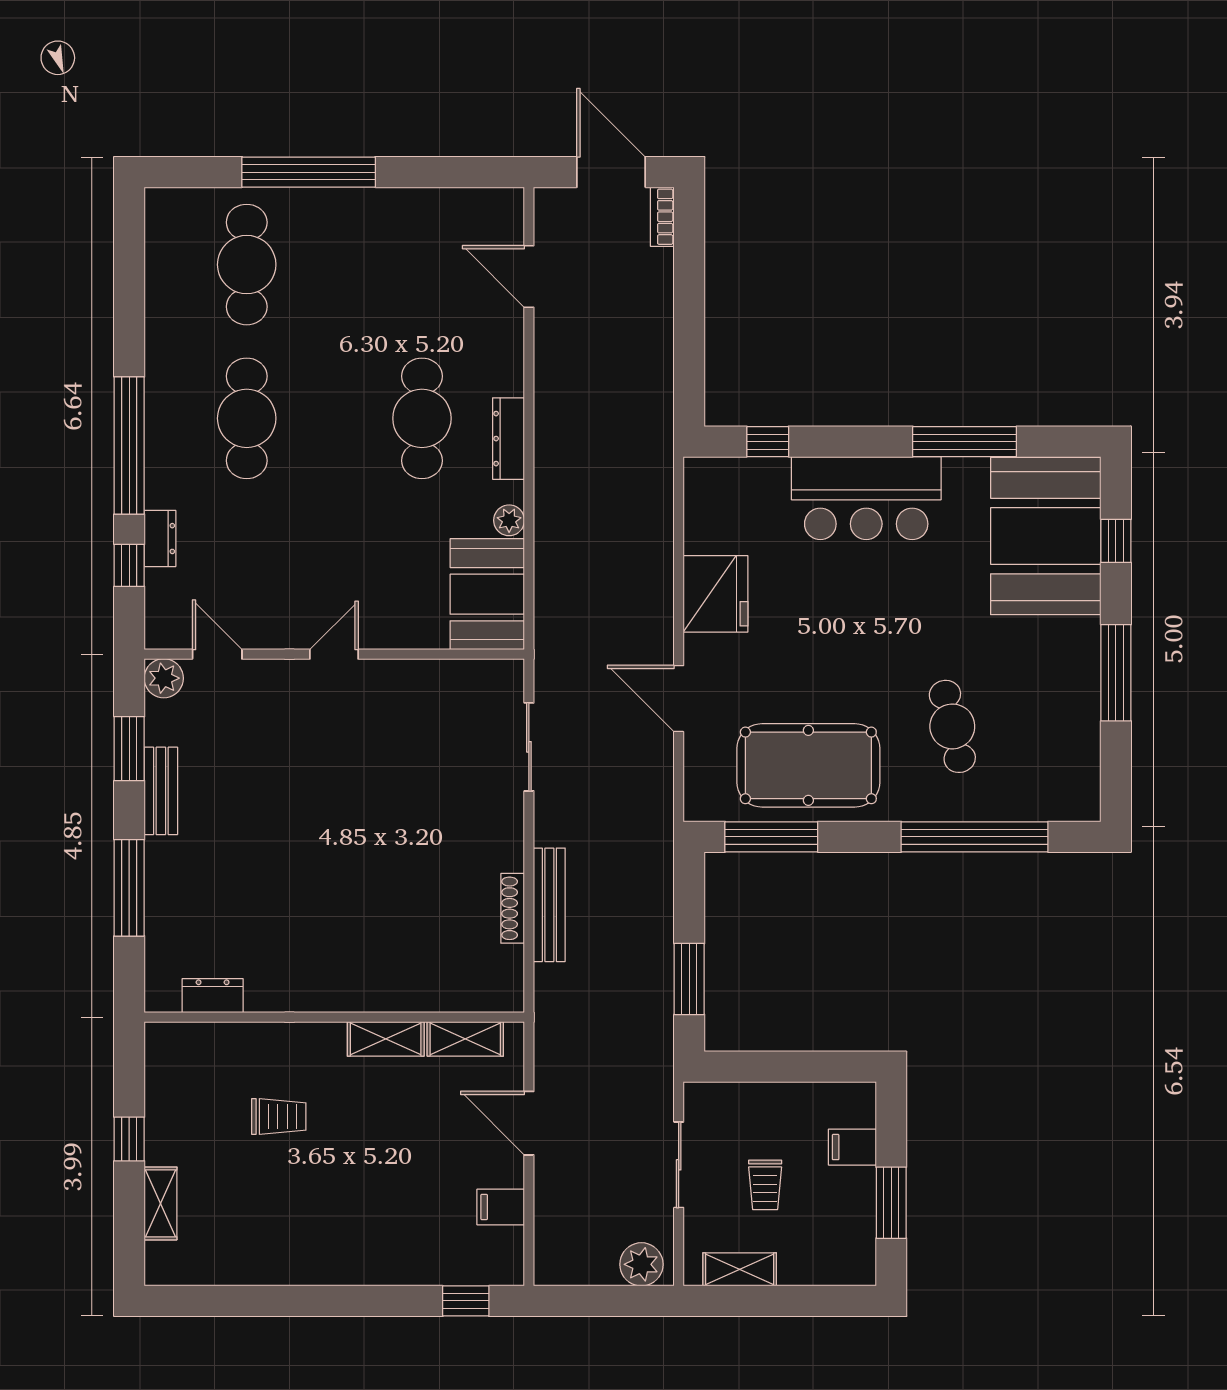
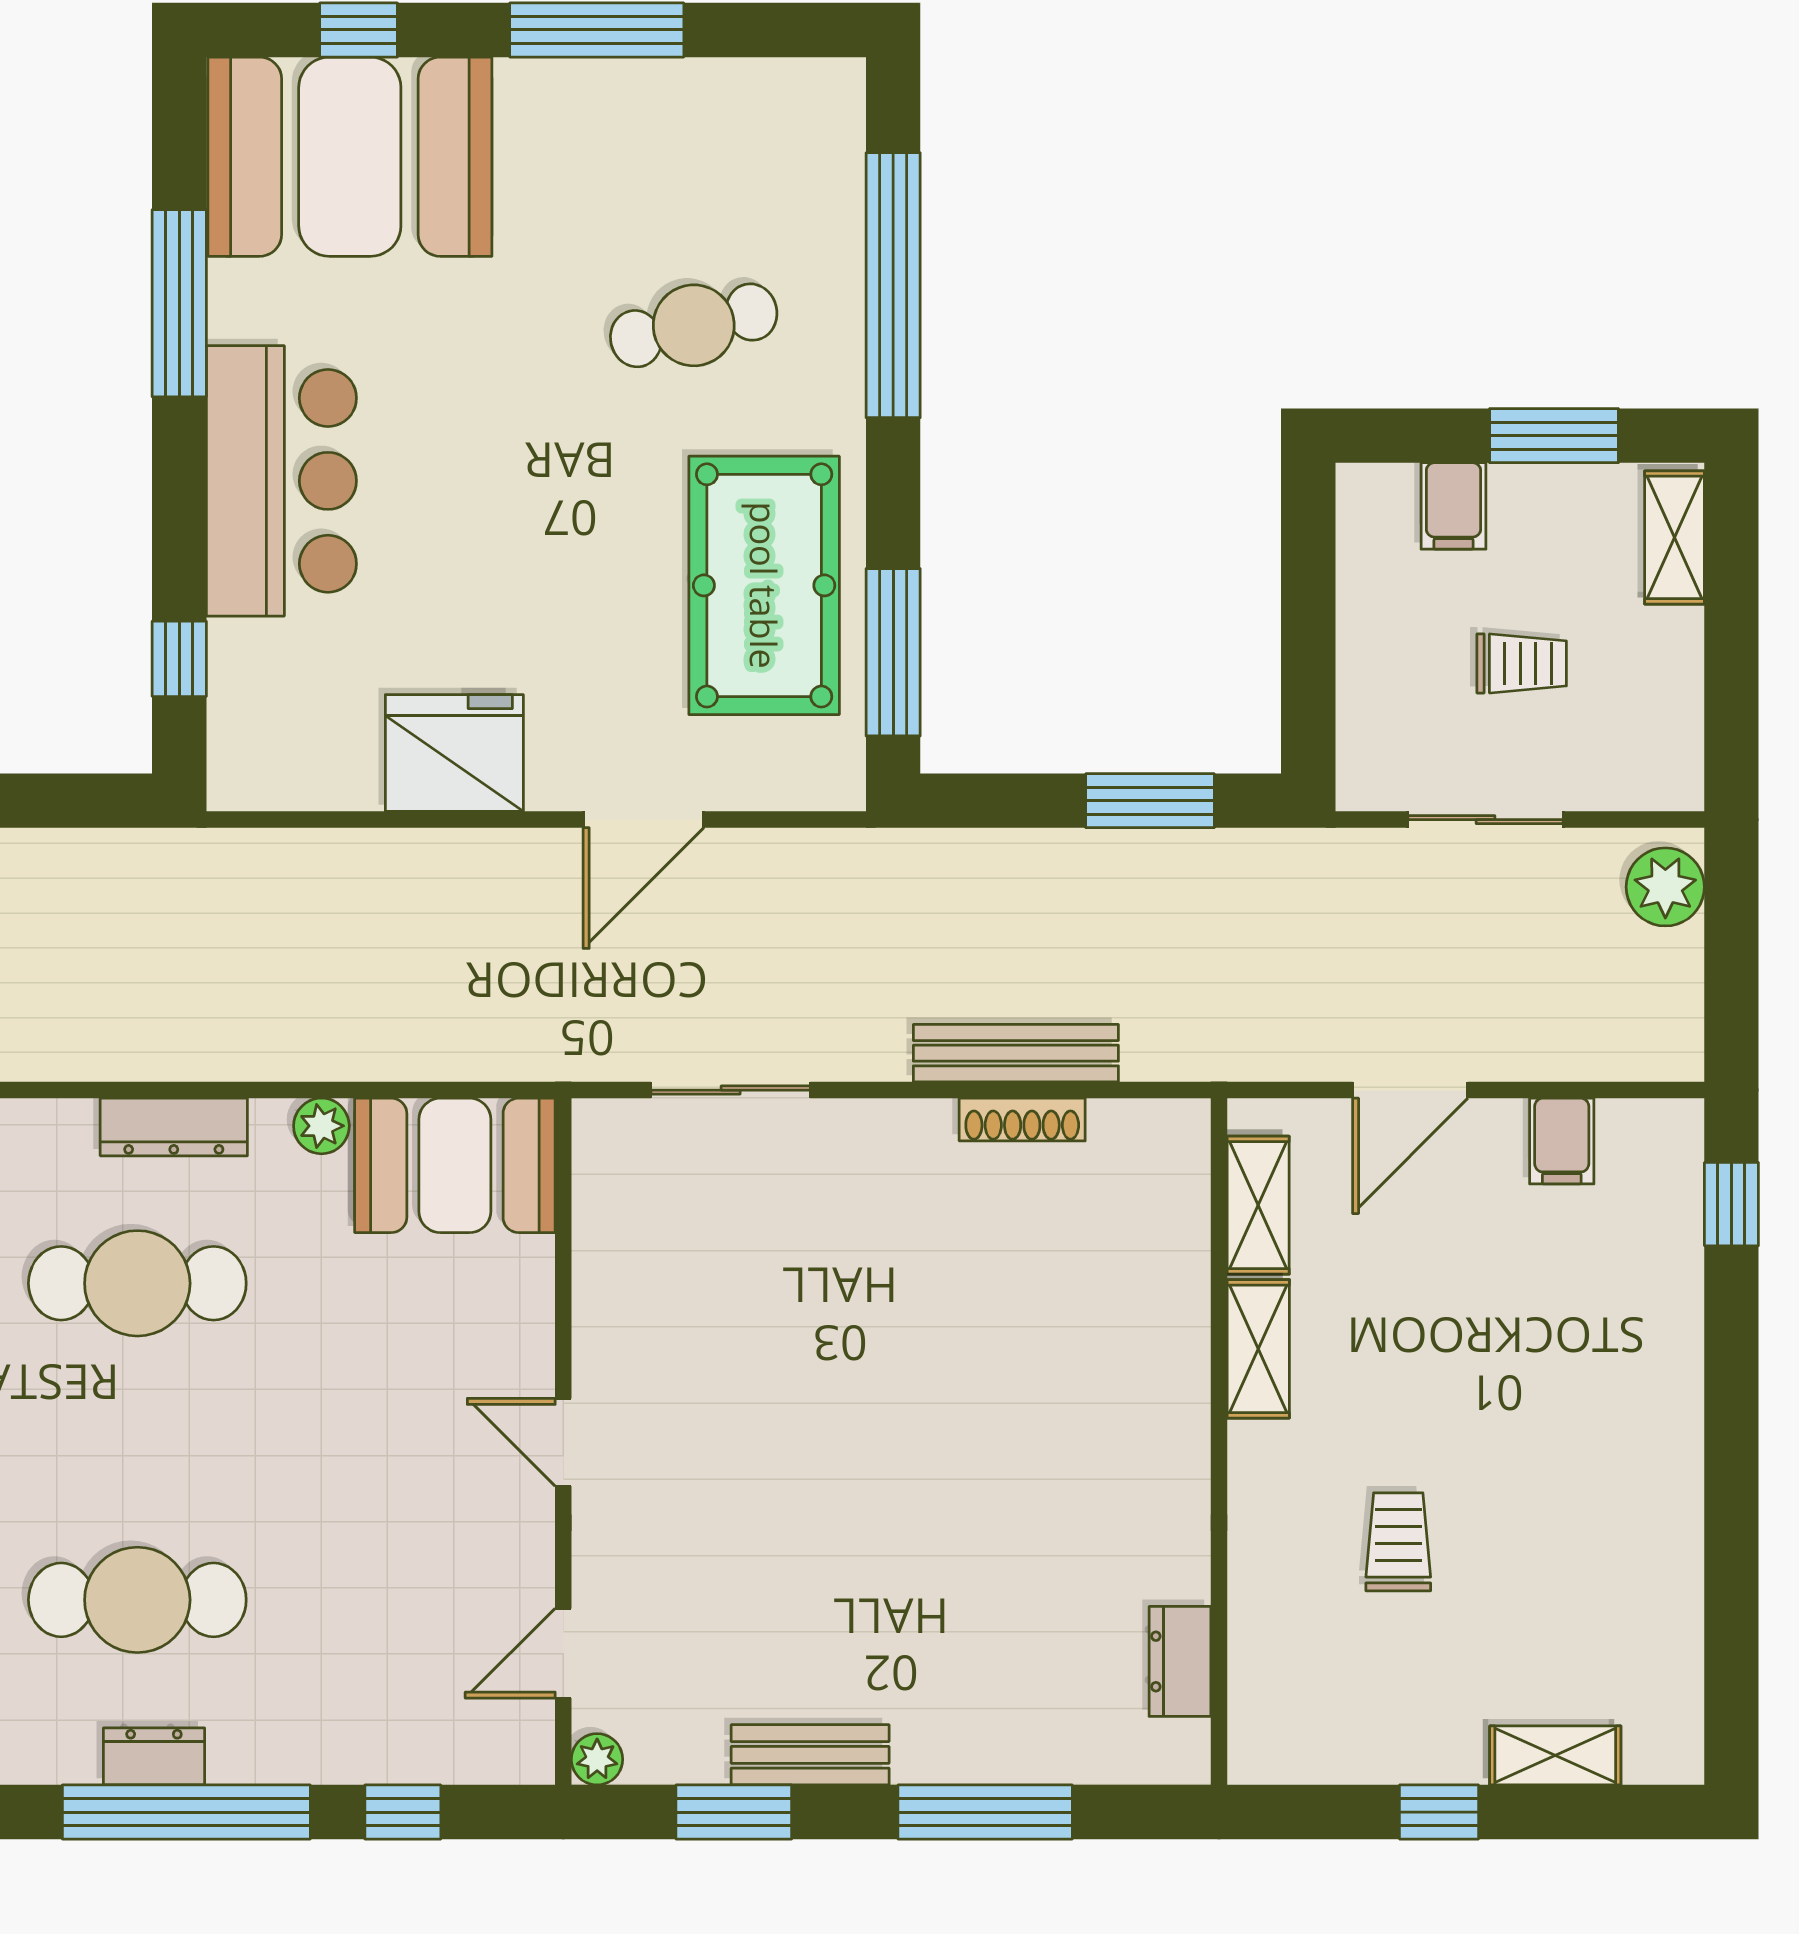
dresser: (160, 539) -> (154, 1756), moved
plant: (164, 678) -> (597, 1759), width x0.73, depth x0.73
shelving: (740, 1269) -> (1674, 537), moved

